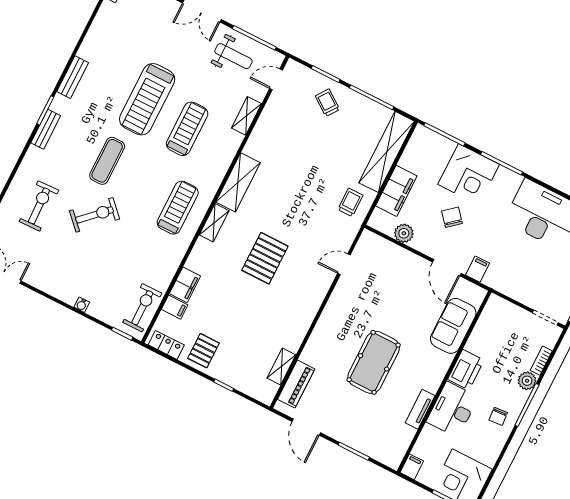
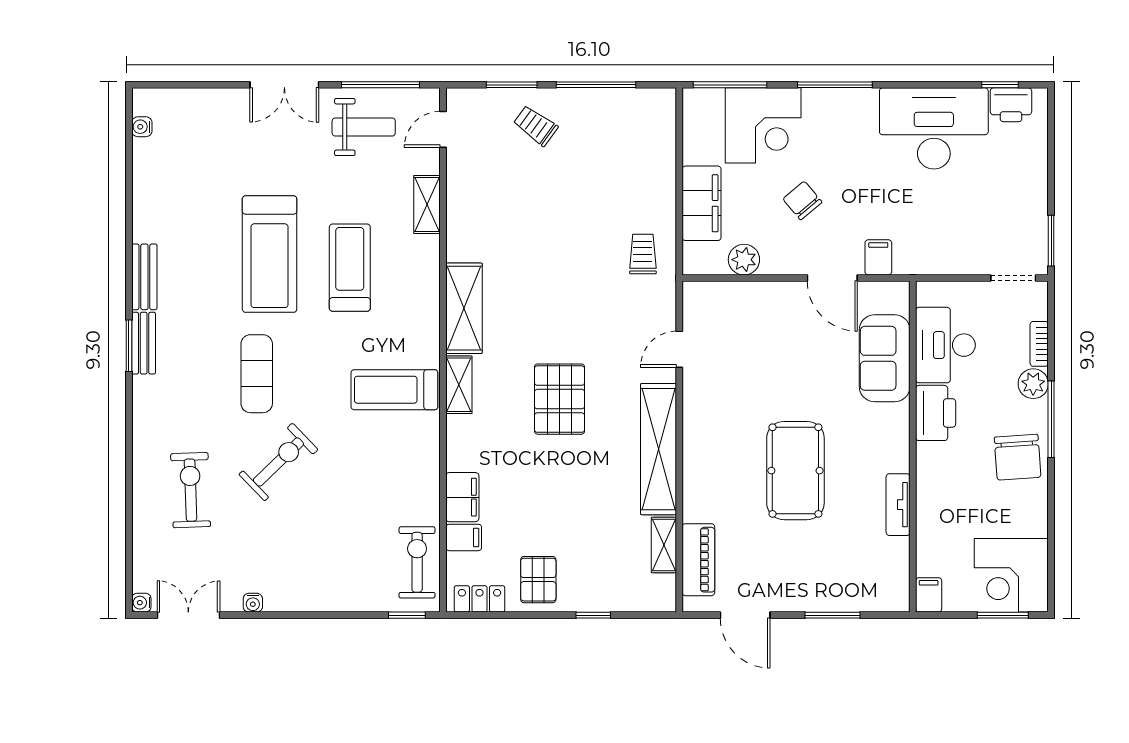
bench: (46, 129) -> (144, 343), moved
shelving: (387, 152) -> (659, 449), moved
corner desk: (469, 174) -> (763, 125), moved
treadmill: (178, 208) -> (394, 390), turned -90
water cooler: (82, 305) -> (253, 603), moved
desk: (452, 409) -> (945, 345), moved
chair: (498, 416) -> (1018, 457), width x1.87, depth x1.87

